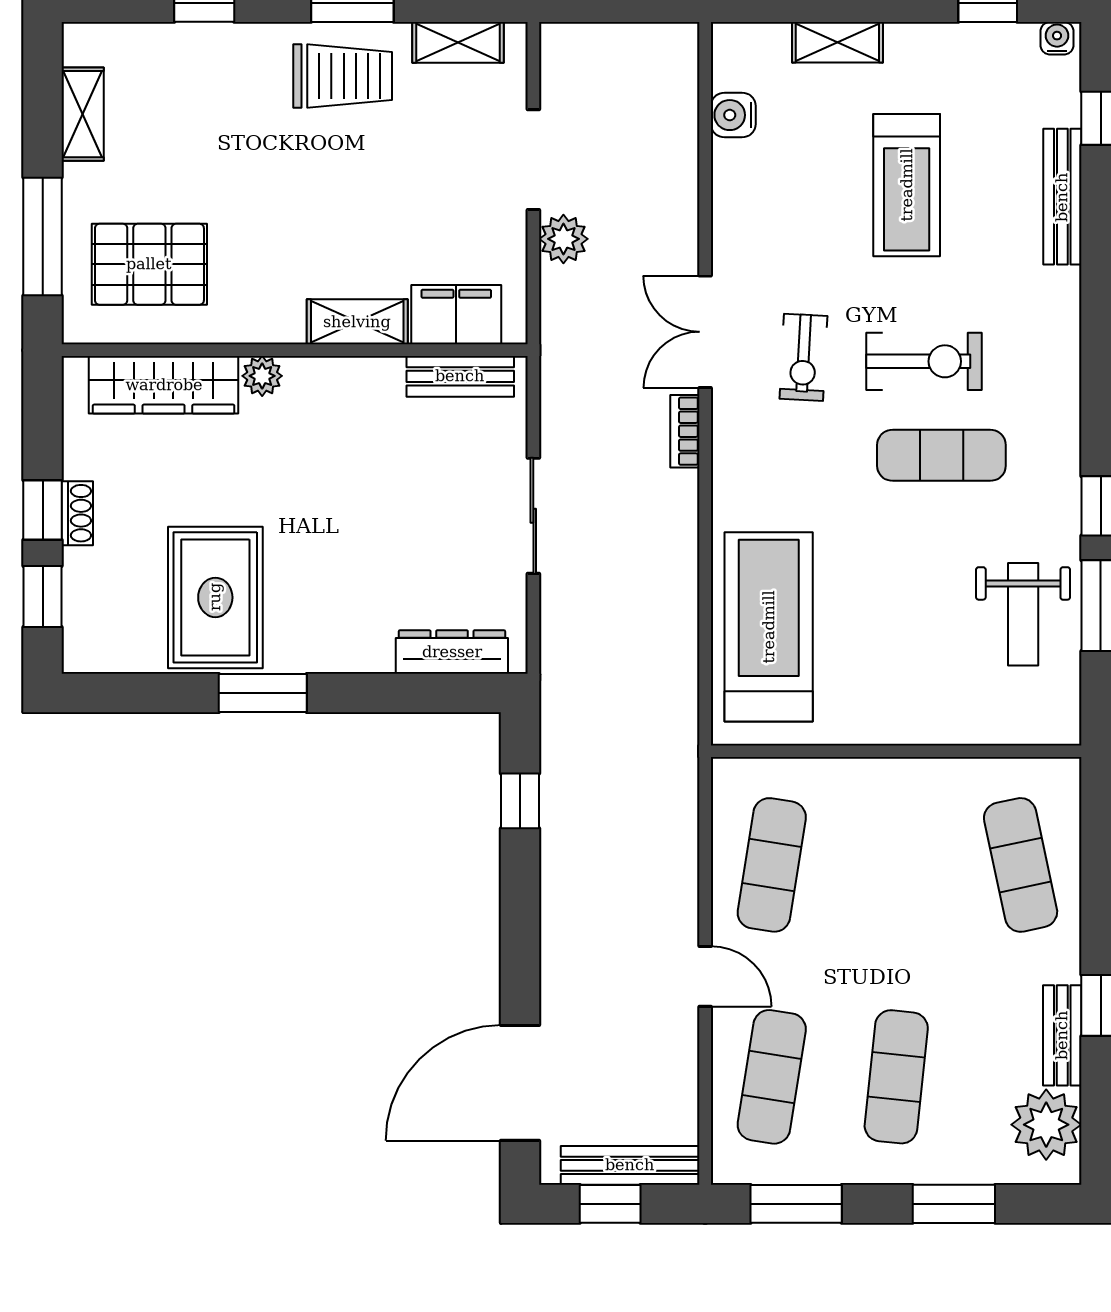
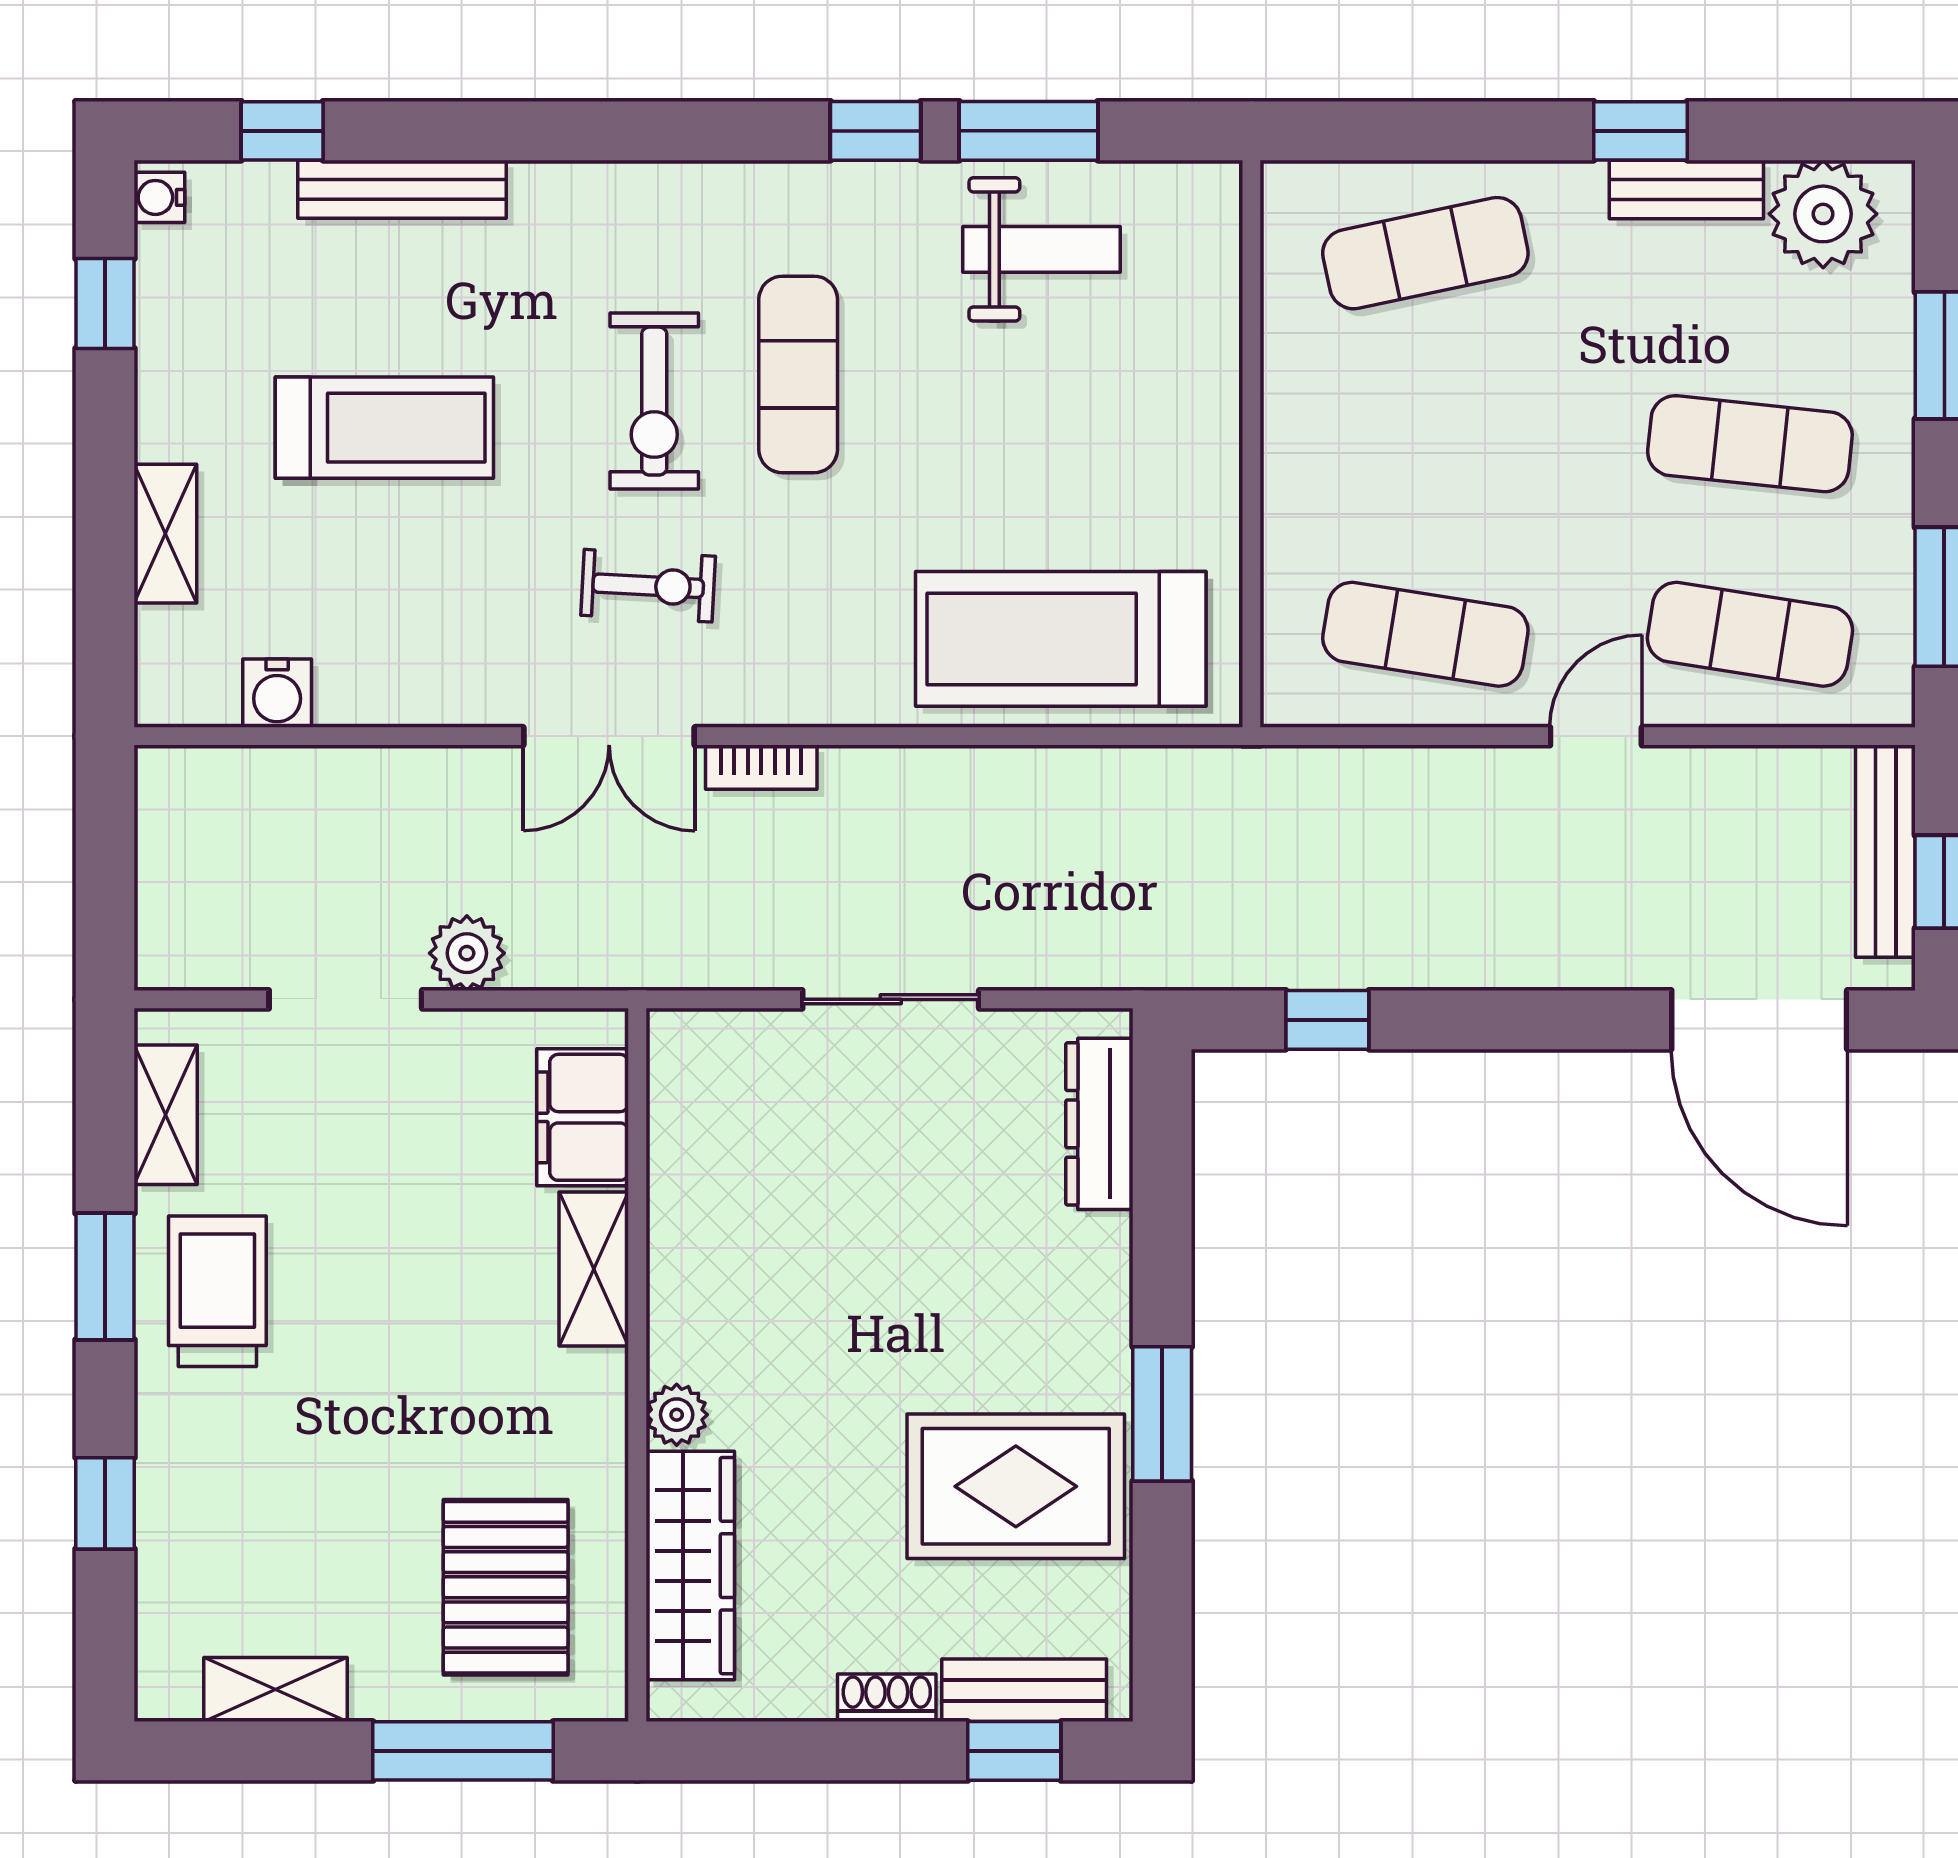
exercise bike: (924, 361) -> (654, 401), turned 180
bench: (460, 376) -> (1024, 1690), moved, turned 90
window: (43, 510) -> (882, 1751), removed

